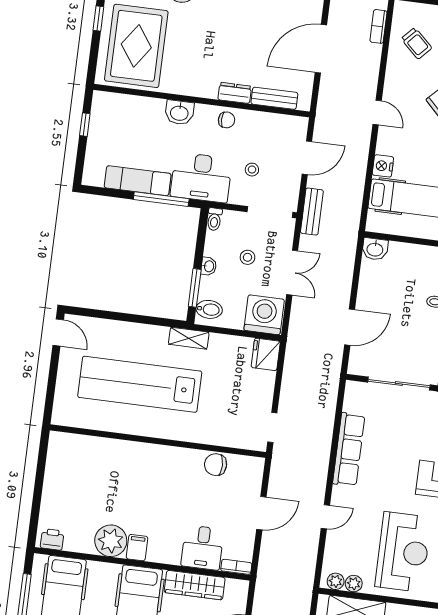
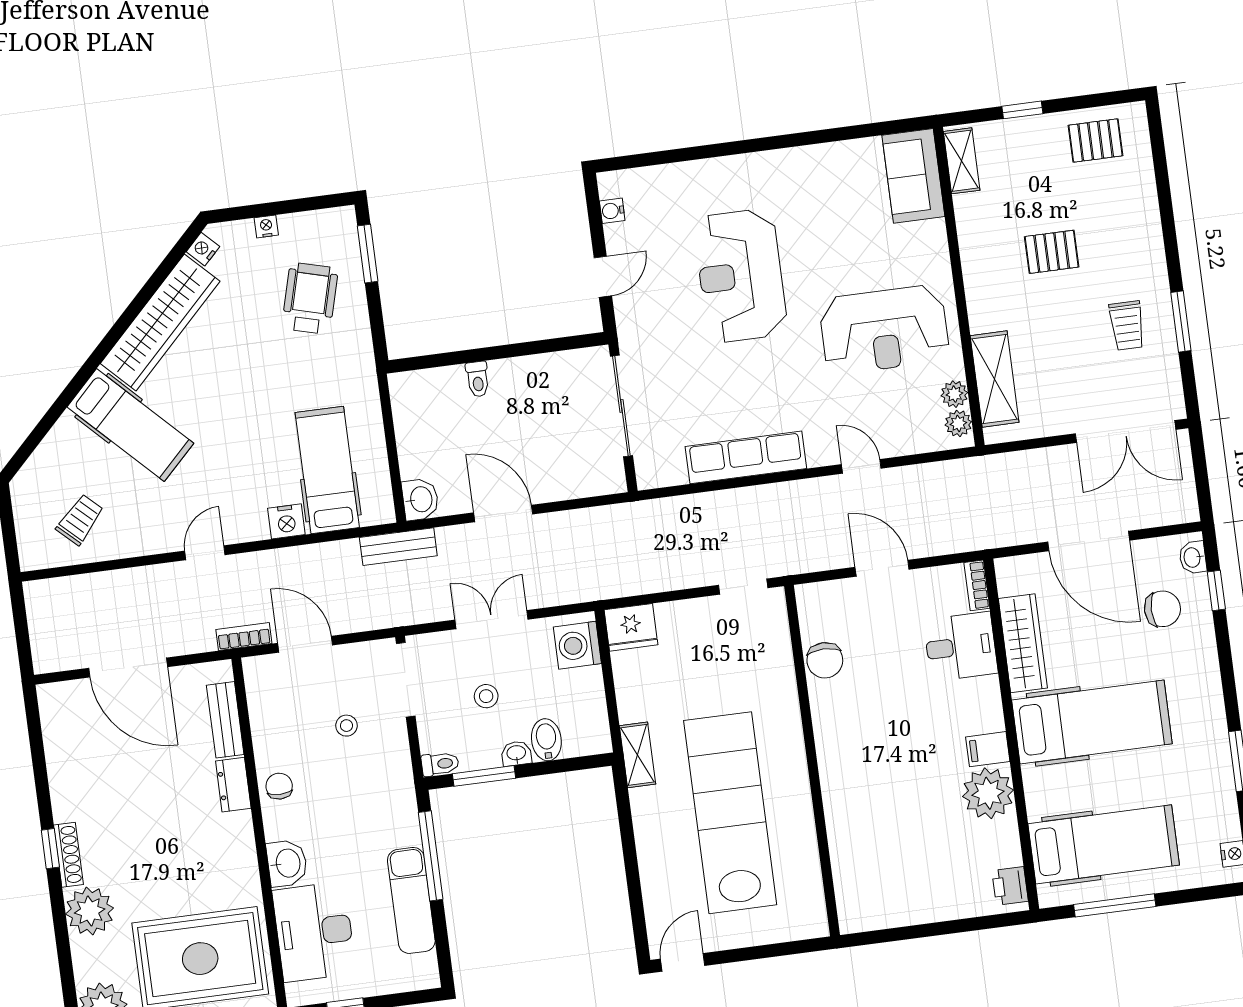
bookcase: (378, 26) -> (244, 636), moved, turned 180
desk: (201, 177) -> (314, 932), moved, turned 180
bench: (312, 212) -> (398, 547), moved
window: (195, 288) -> (484, 776), moved
bidet: (209, 309) -> (546, 740), moved
washing machine: (264, 315) -> (577, 645), width x0.73, depth x0.73
door: (350, 327) -> (503, 513), moved
lab bench: (140, 384) -> (730, 813), turned 180
reception desk: (403, 552) -> (884, 330), turned 180

